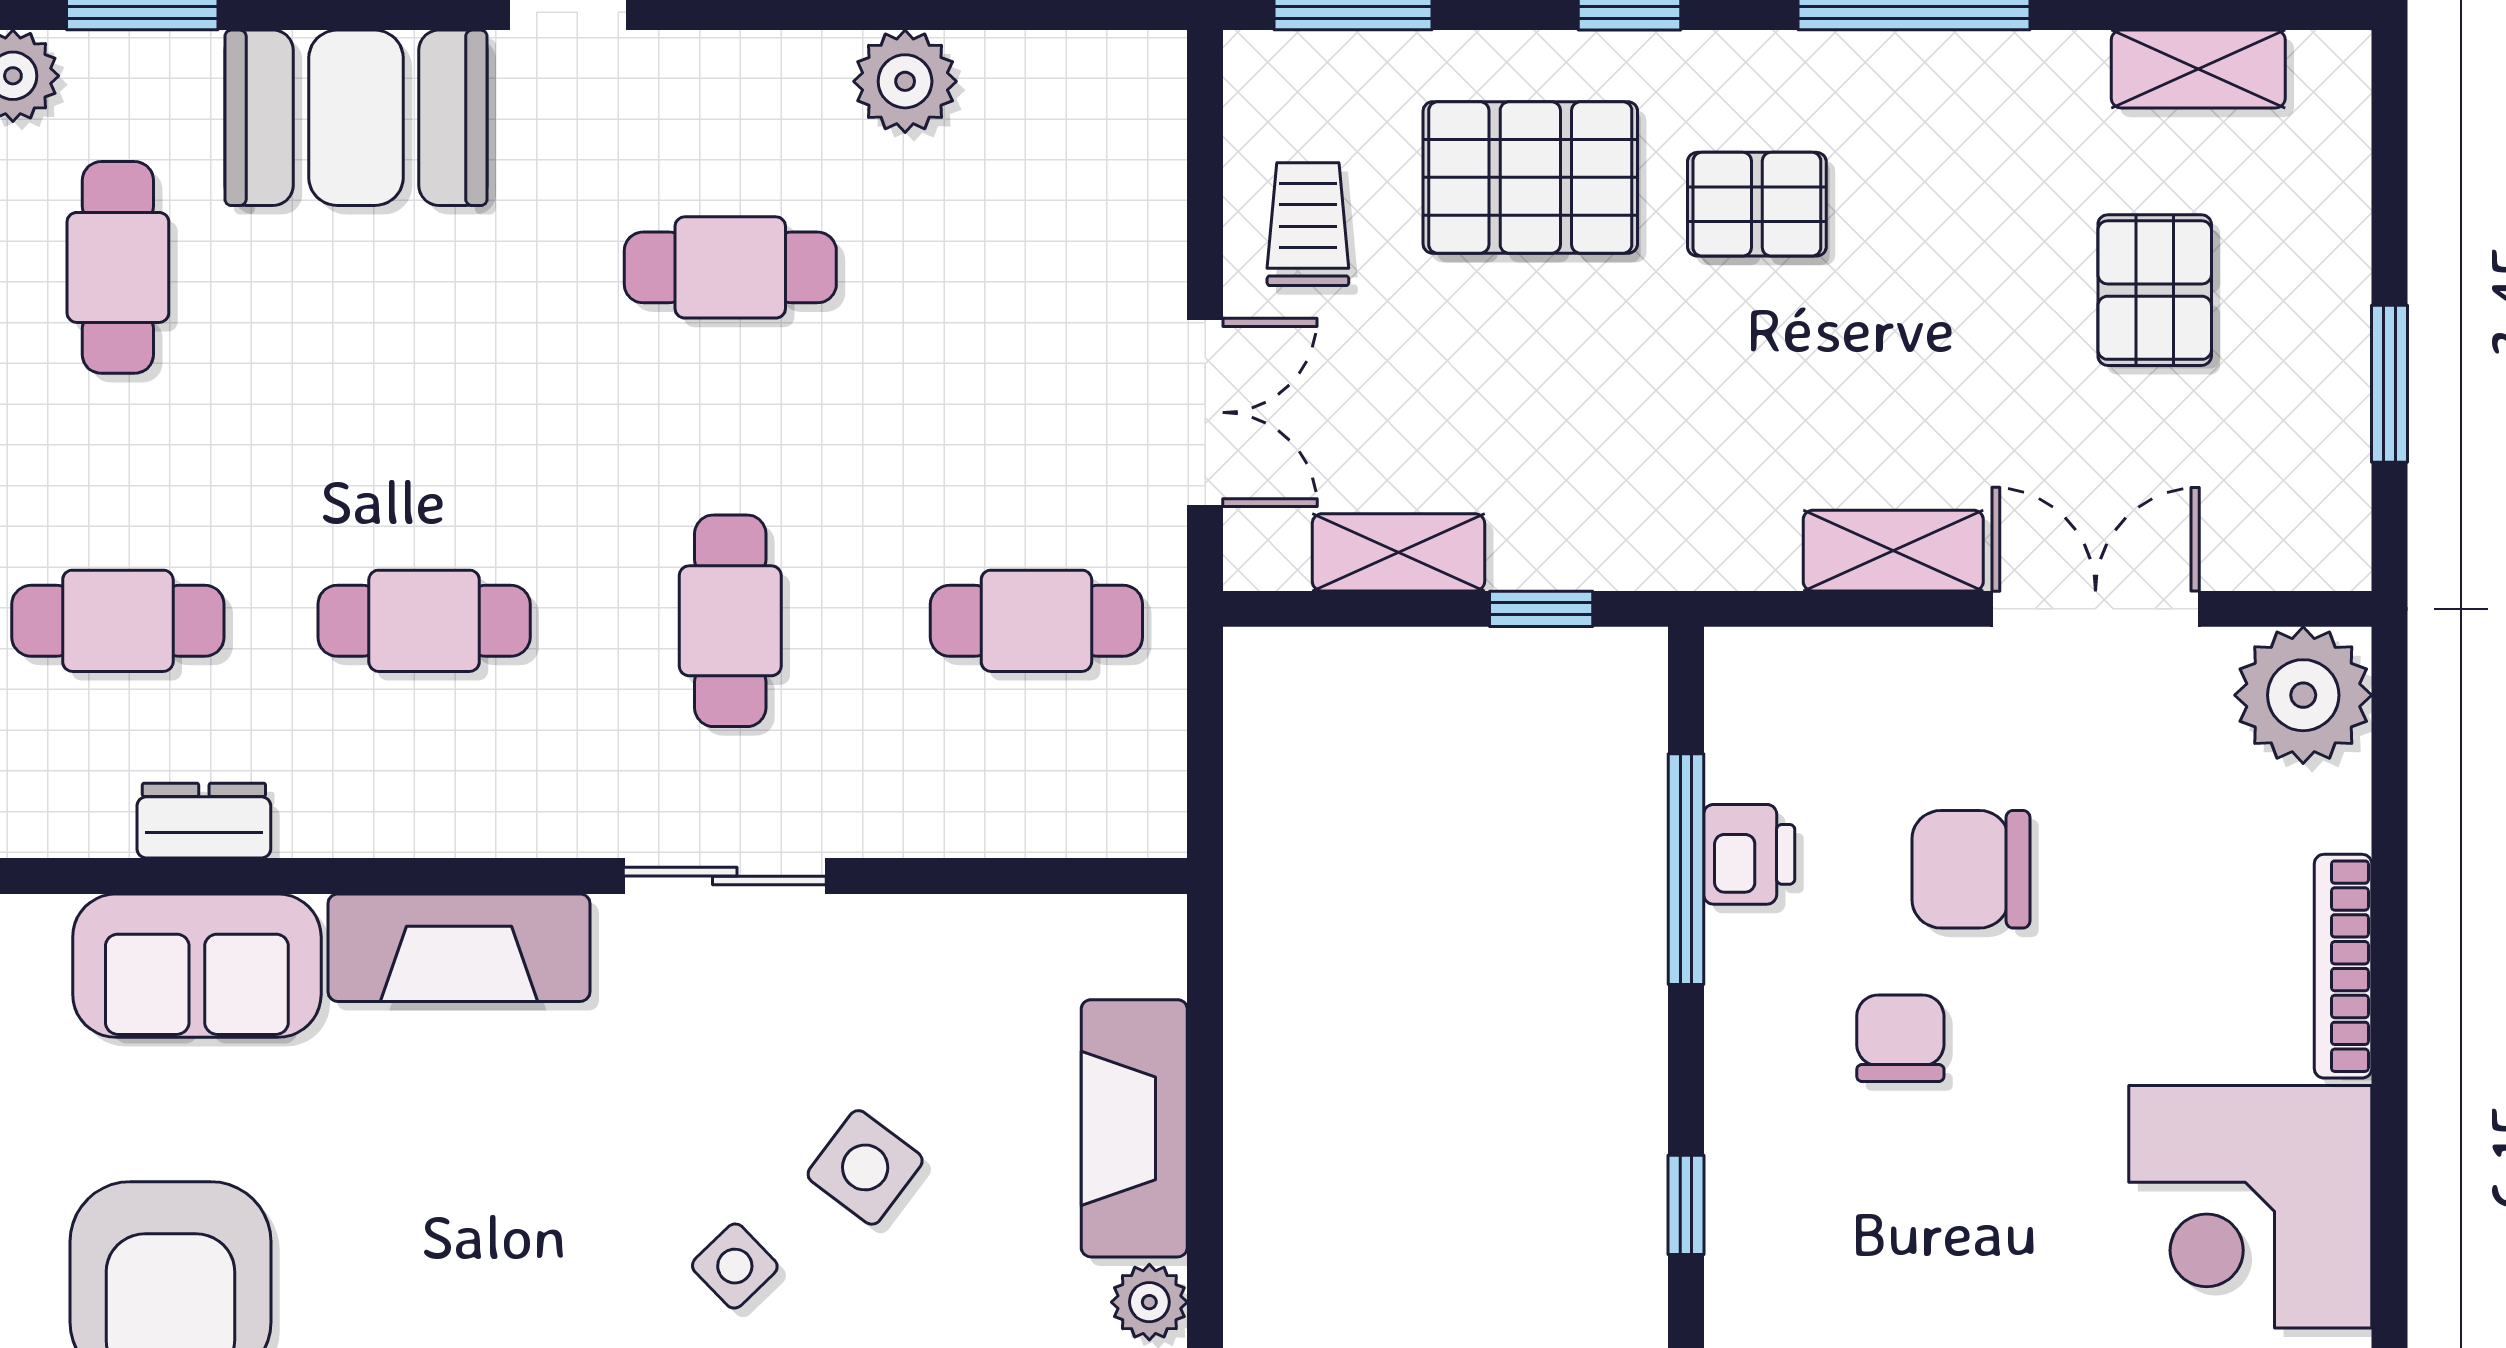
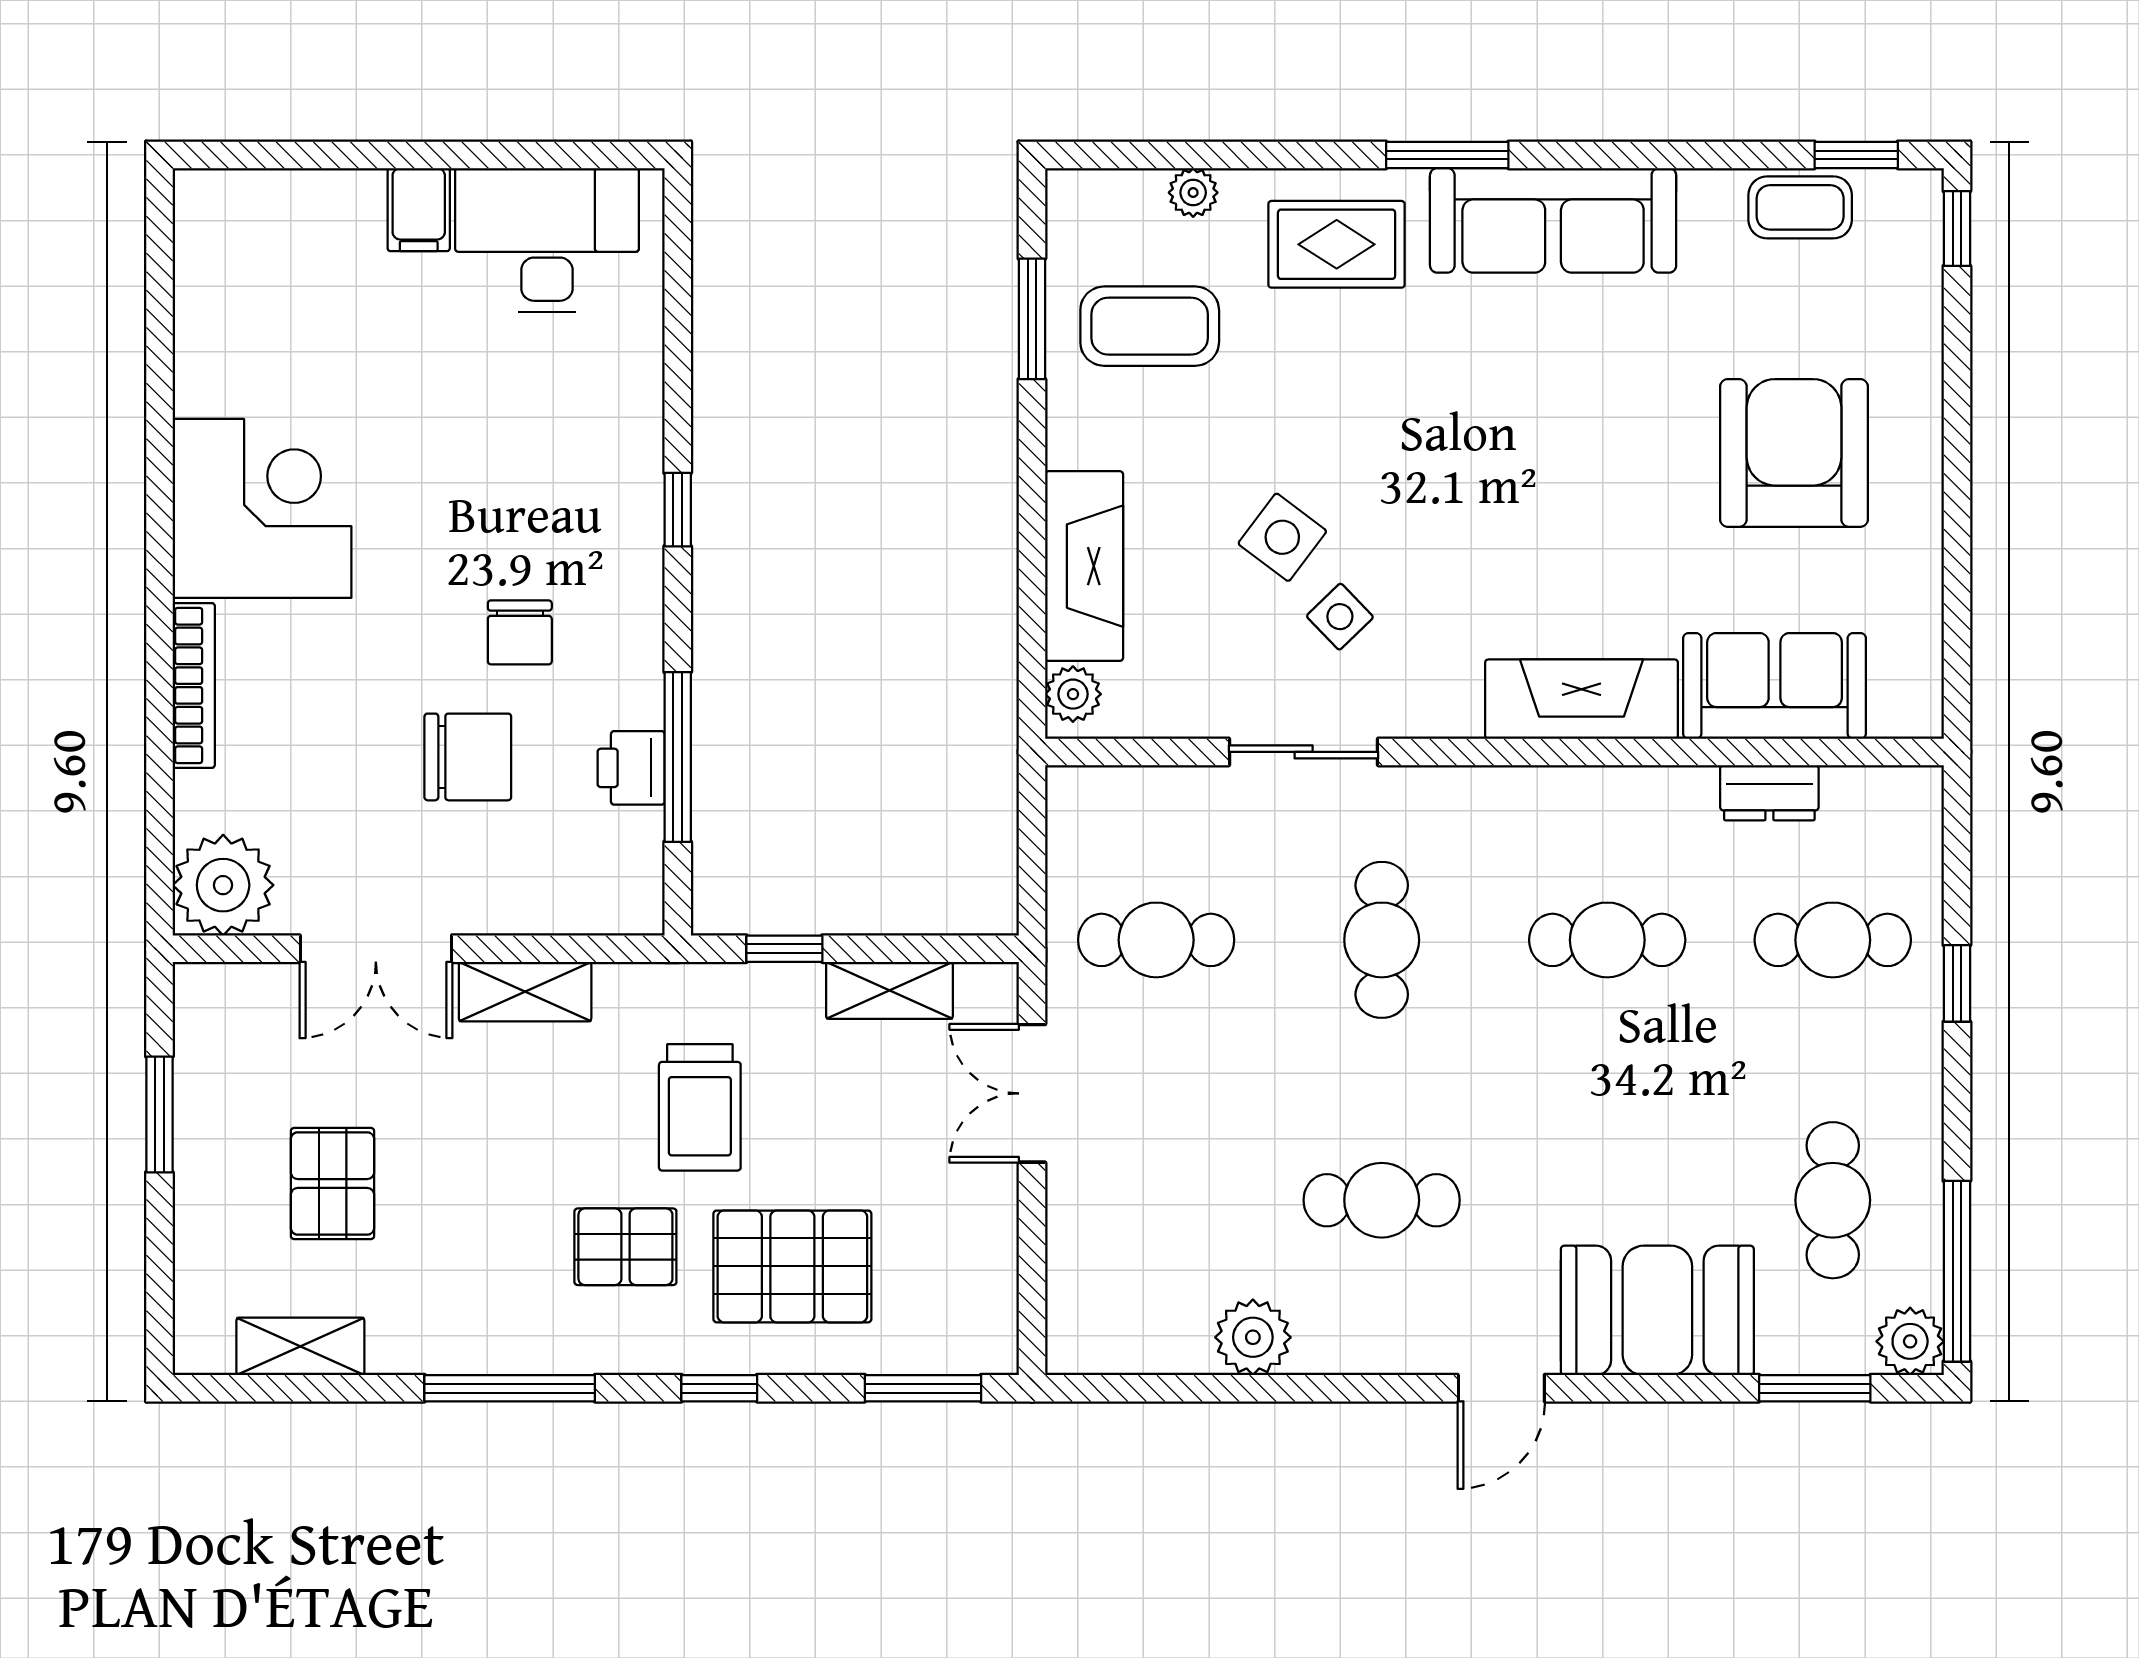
trolley: (1308, 224) -> (700, 1107), moved, width x1.36, depth x1.39
sliding door: (725, 876) -> (1304, 752), moved
side table: (735, 1266) -> (1340, 617), moved
plant: (1149, 1302) -> (1073, 694), moved

